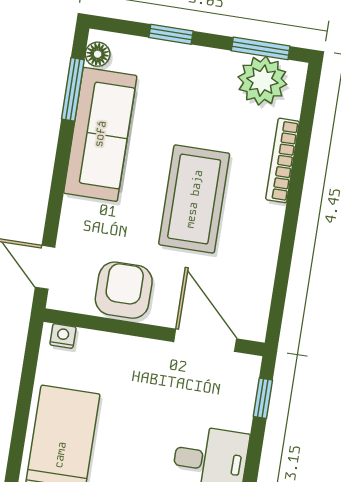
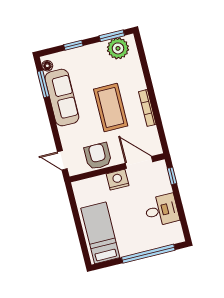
bookcase: (282, 160) -> (147, 108), moved
nightstand: (63, 336) -> (118, 180), moved, width x1.89, depth x1.79

